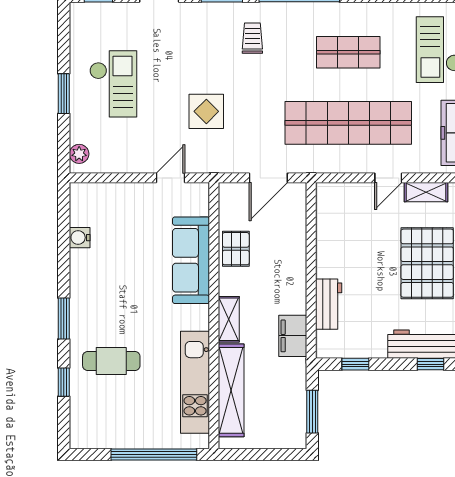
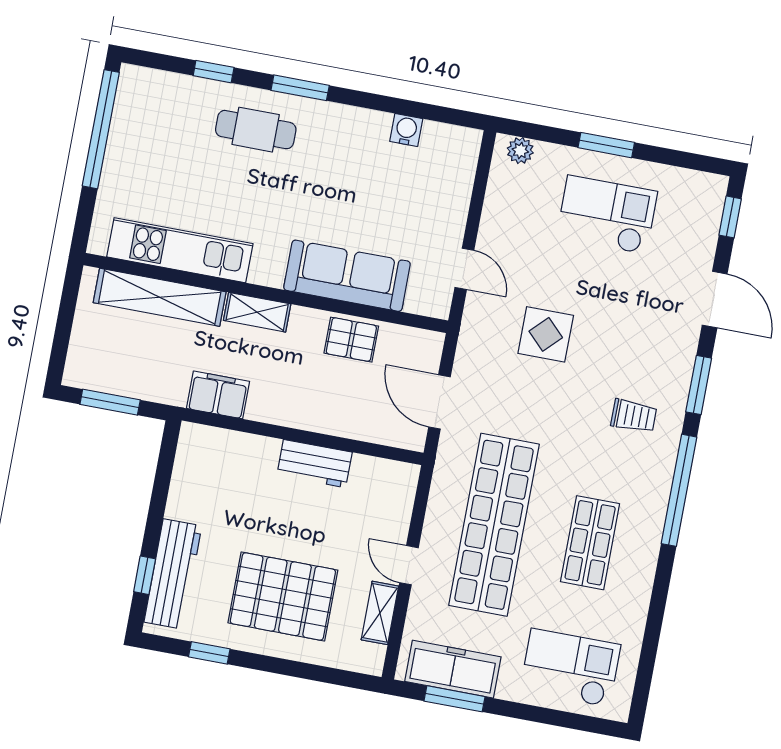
checkout: (113, 84) -> (607, 215), turned 180
workbench: (329, 304) -> (315, 464), moved
cafe table: (111, 361) -> (256, 130), moved, turned 90
window: (355, 364) -> (164, 473), removed
window: (154, 454) -> (101, 129), moved

